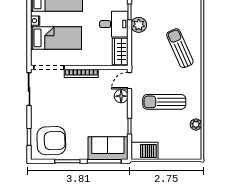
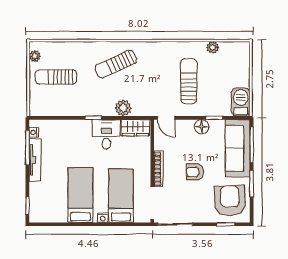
plant: (139, 25) -> (123, 108), moved
sun lounger: (180, 48) -> (116, 64), moved
floor lamp: (121, 96) -> (202, 127), moved
sun lounger: (164, 102) -> (189, 81), turned 180
armchair: (78, 108) -> (195, 172), added
sofa: (108, 148) -> (238, 148), width x1.36

